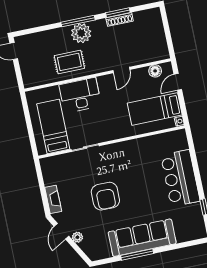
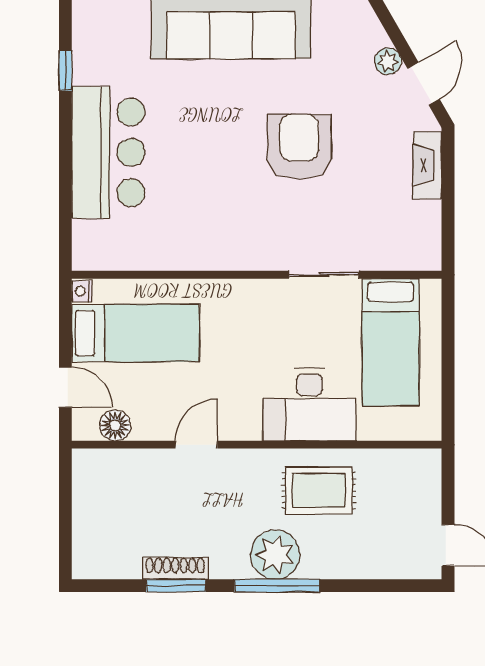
door: (178, 82) -> (65, 387), hinge flipped

